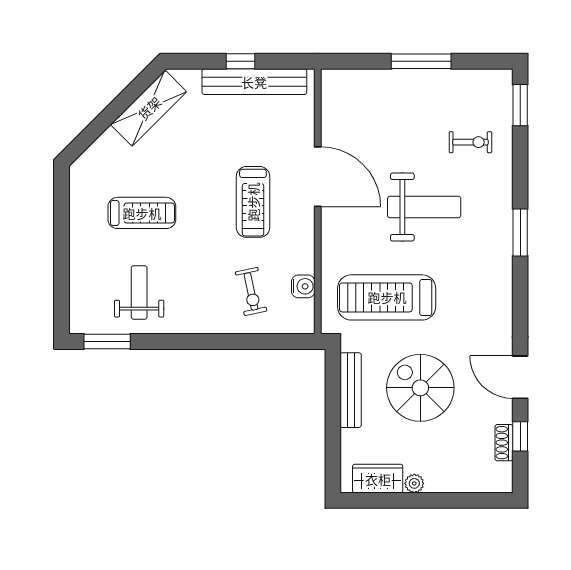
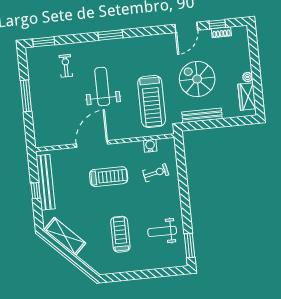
spiral stairs: (420, 388) -> (197, 79), turned 90

